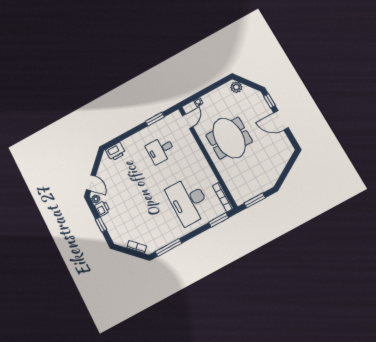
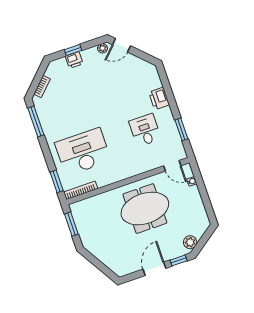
plant: (236, 87) -> (190, 242), moved
printer: (116, 152) -> (159, 99), moved
printer: (102, 208) -> (74, 60), moved

